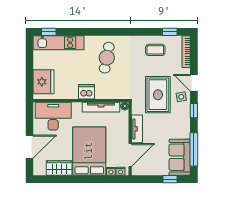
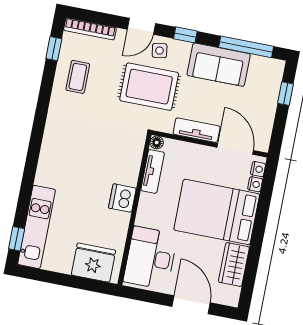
cafe table: (107, 58) -> (75, 156), removed
tv unit: (101, 107) -> (153, 171), width x0.71
sofa: (180, 157) -> (219, 65), moved

